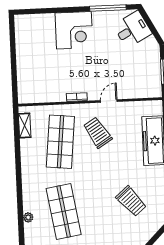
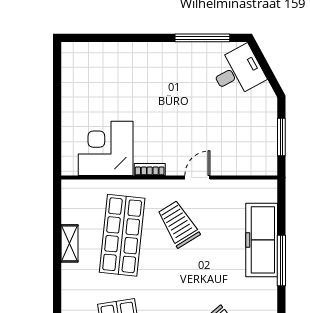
corner desk: (74, 30) -> (106, 148), moved, turned 180
shelving: (25, 125) -> (69, 243), moved

